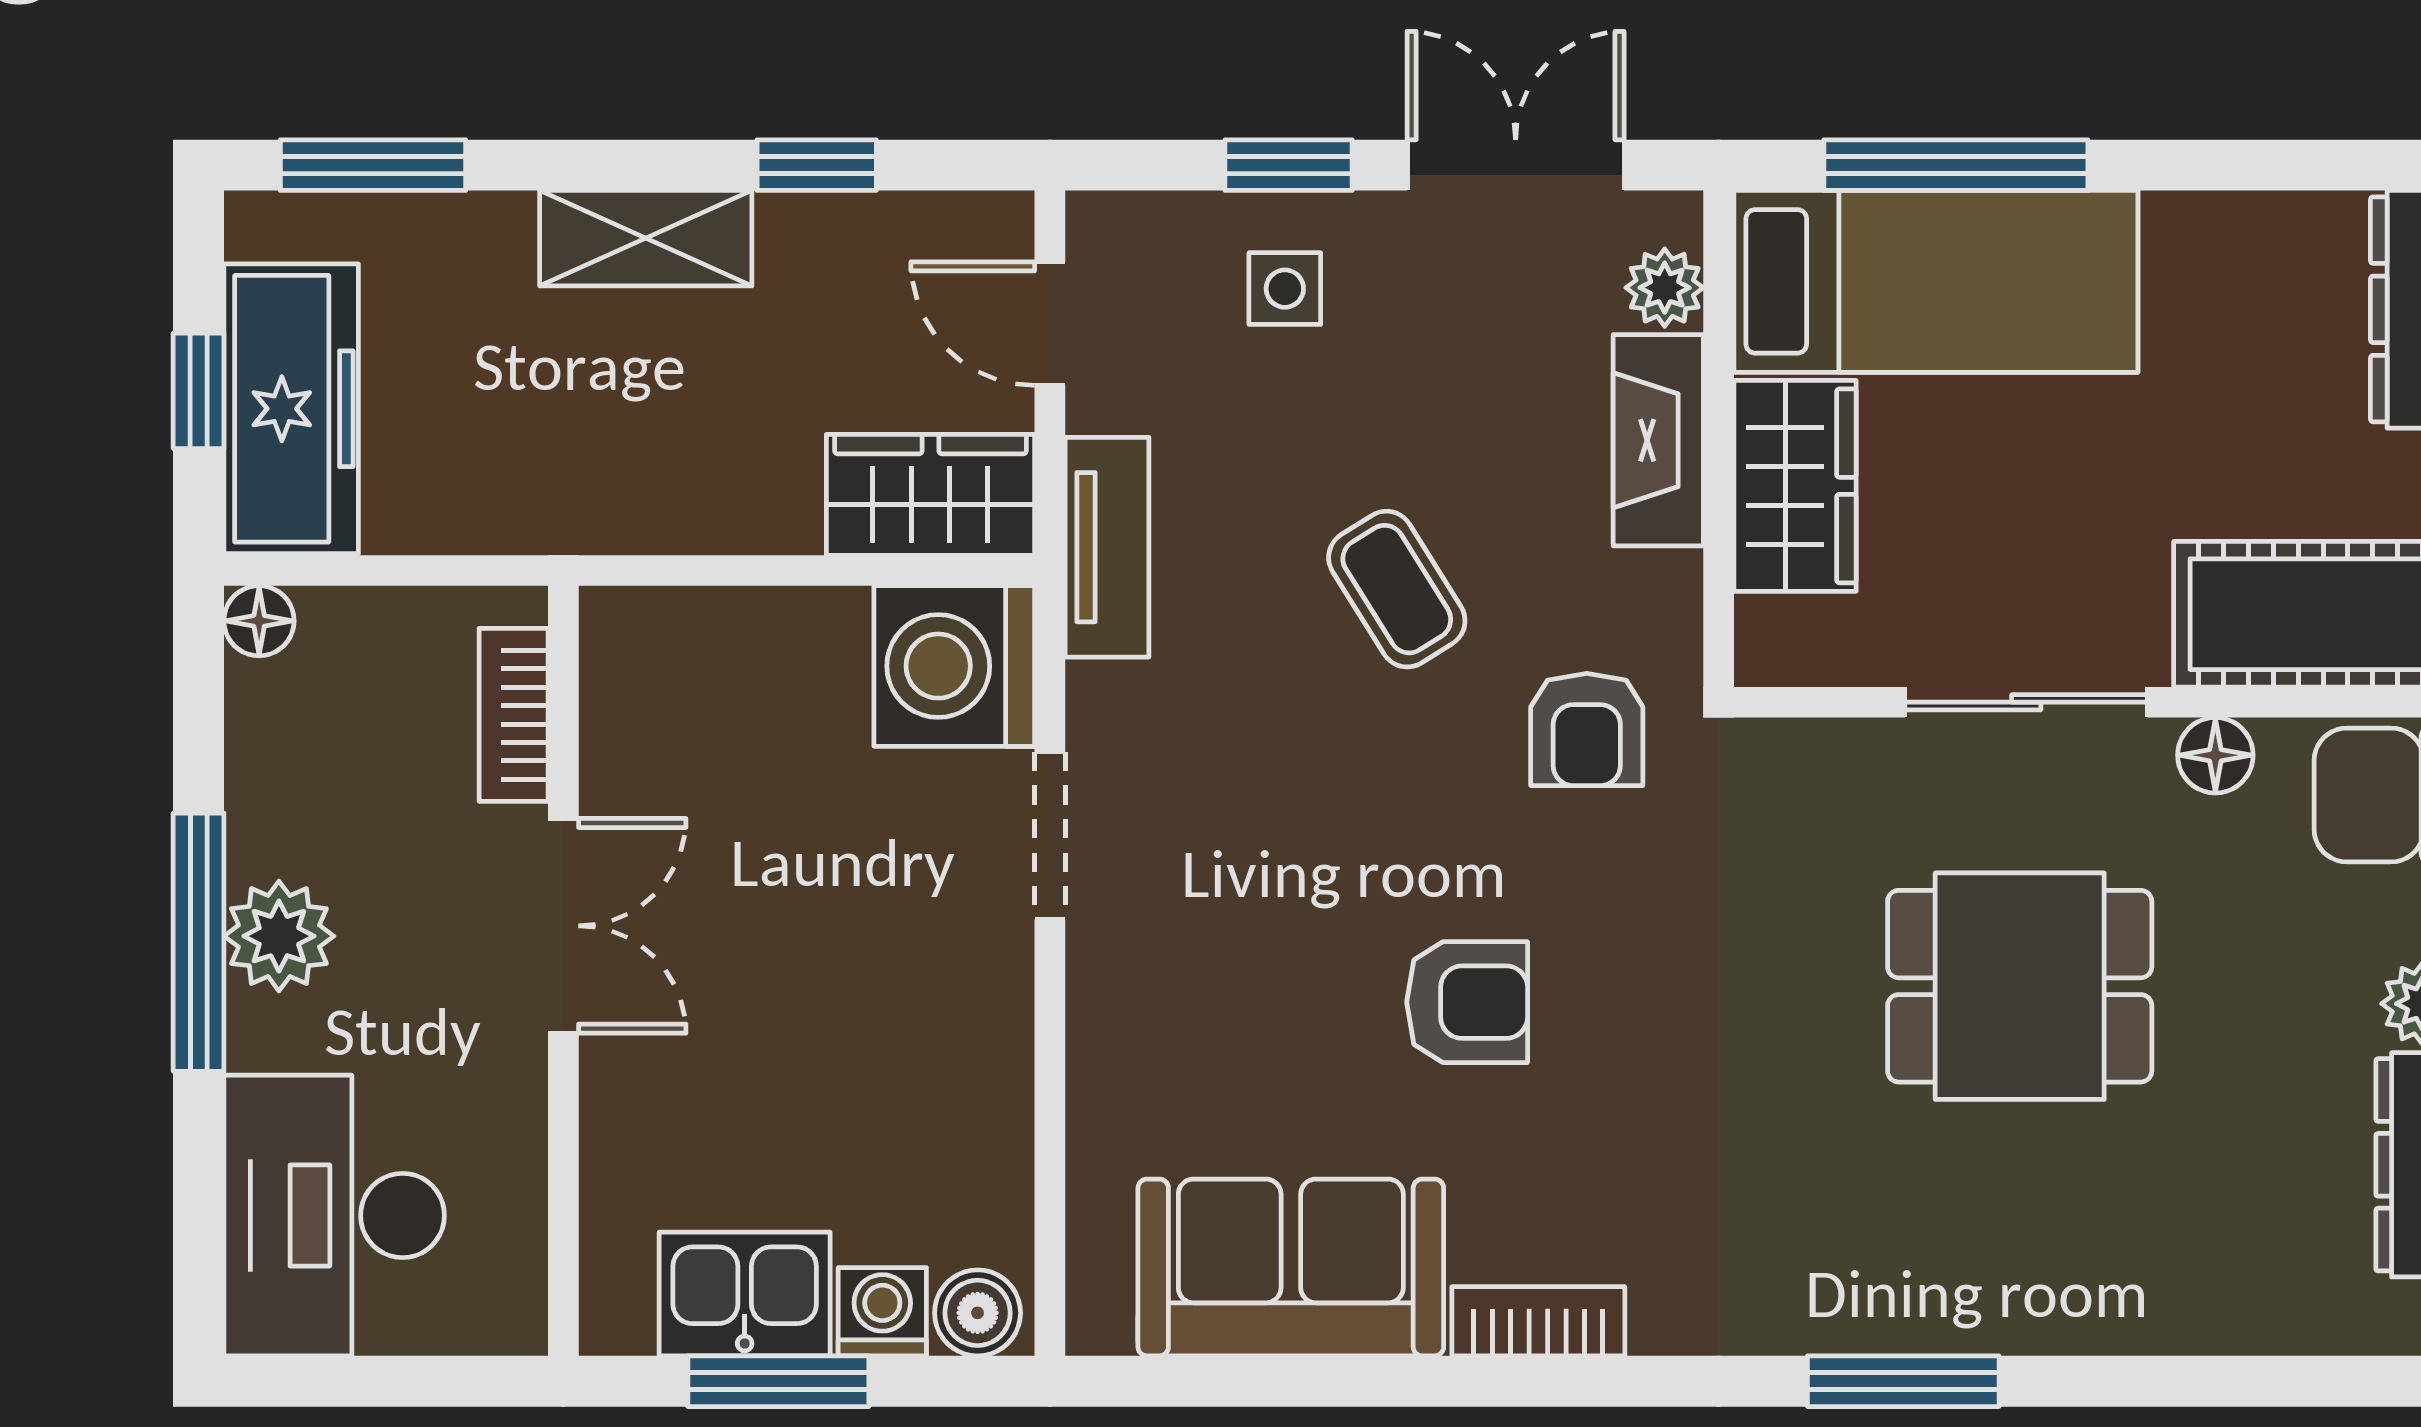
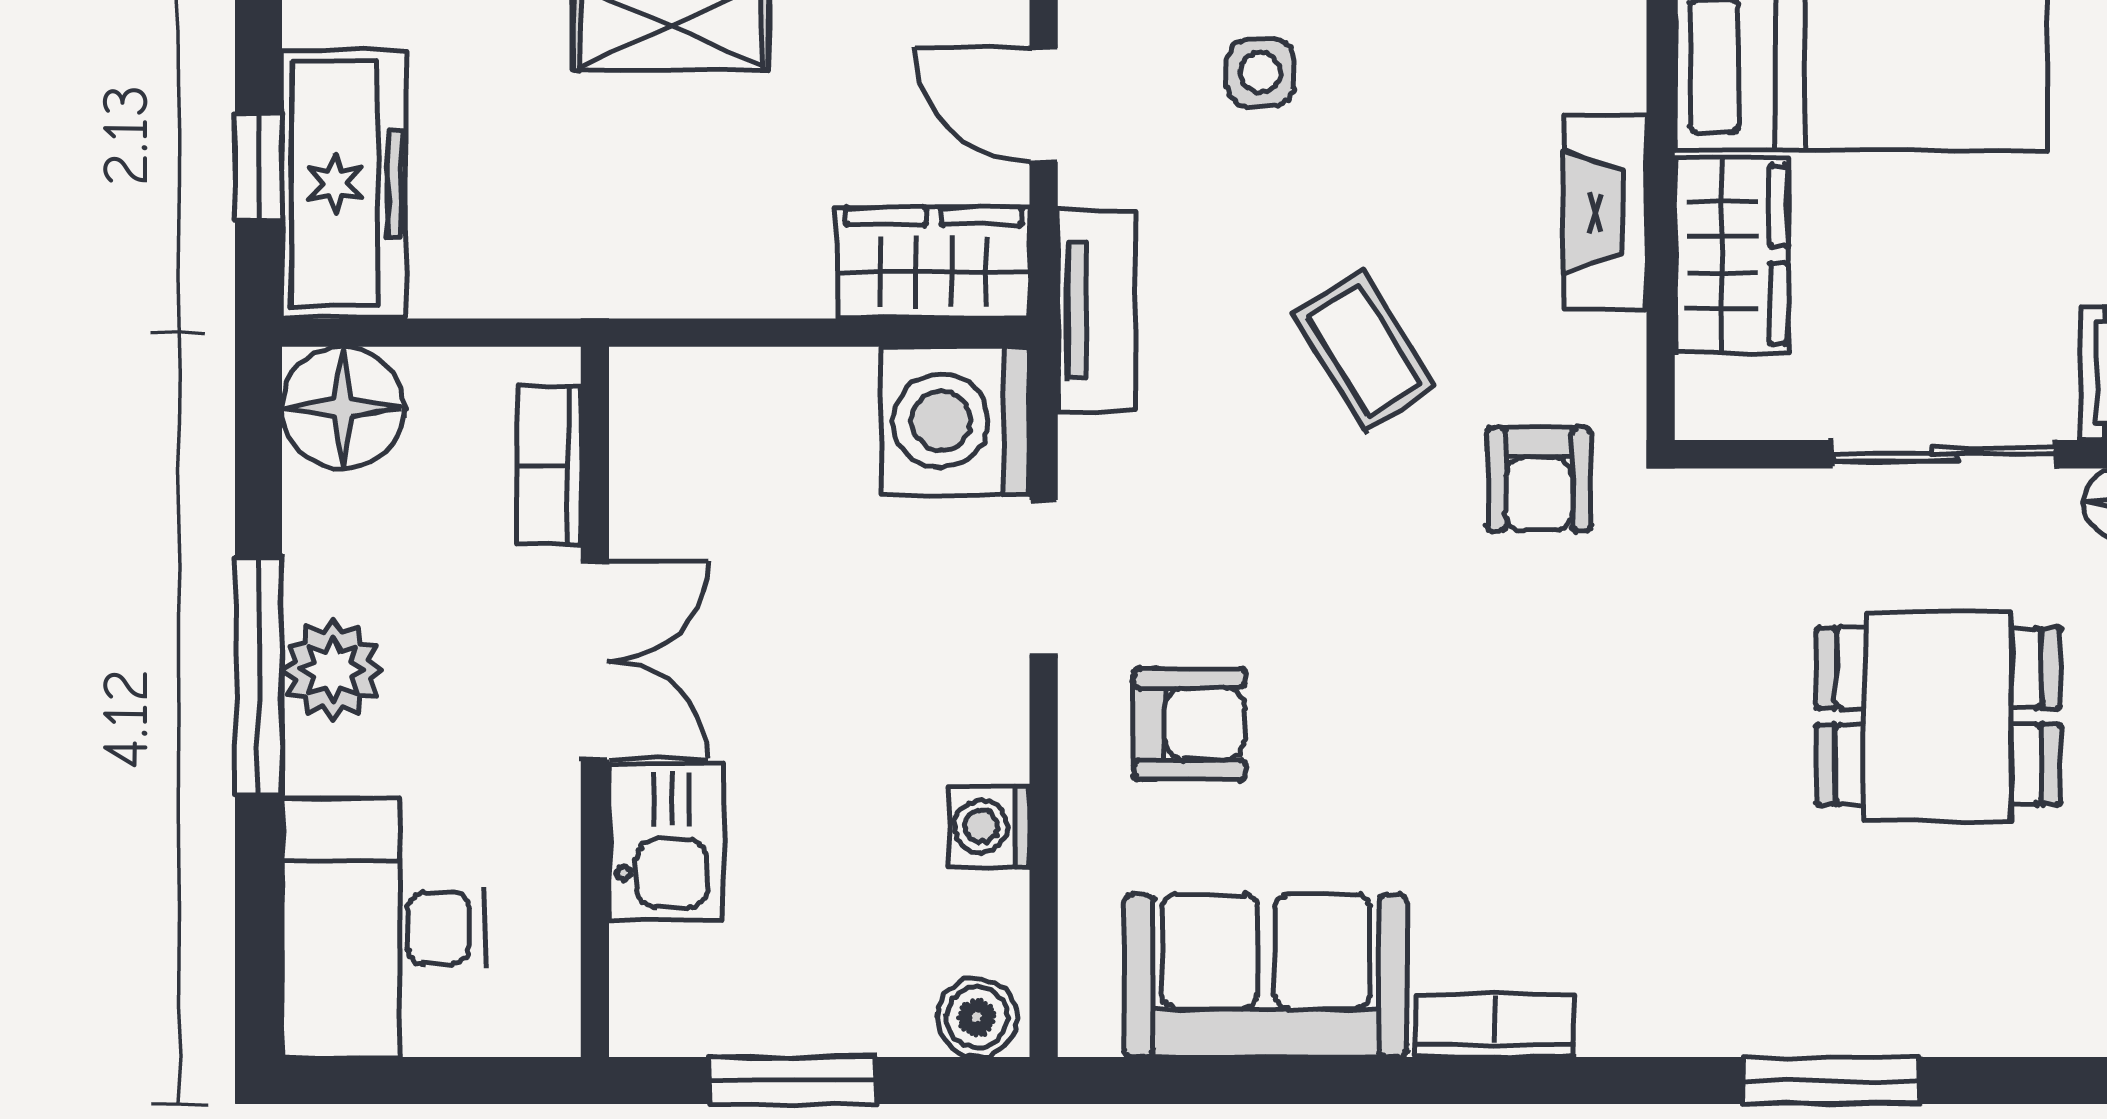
plant: (1665, 288) -> (1611, 72), removed
floor lamp: (259, 621) -> (343, 408), width x1.89, depth x1.89
armchair: (1467, 1002) -> (1189, 724), moved
kitchen sink: (745, 1294) -> (666, 842), moved, turned 90
washing machine: (882, 1312) -> (989, 826), moved, turned -90

